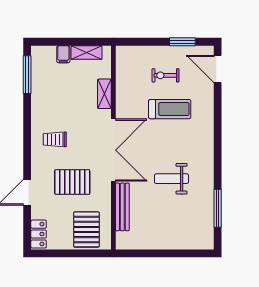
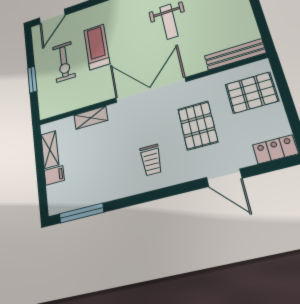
window: (182, 42) -> (32, 79), moved
exercise bike: (165, 75) -> (64, 62), width x1.38, depth x1.39
bench: (122, 207) -> (235, 54), moved

